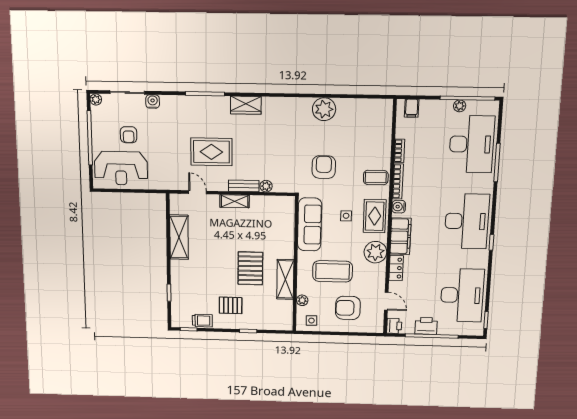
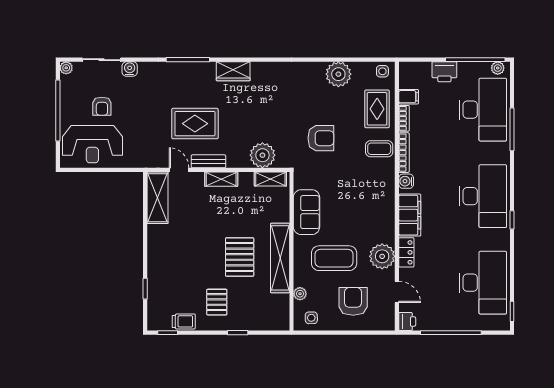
plant: (460, 106) -> (498, 68), moved
filing cabinet: (412, 108) -> (409, 97), moved, turned -90
plant: (324, 109) -> (338, 74), moved
armchair: (324, 167) -> (321, 138), turned 90
bench: (244, 186) -> (208, 161), moved
plant: (266, 186) -> (262, 155), width x1.88, depth x1.88
shelving: (278, 202) -> (270, 179), added
side table: (346, 216) -> (382, 71), moved
rug: (375, 216) -> (377, 109), moved
sofa: (310, 224) -> (307, 212), width x0.73
shelving: (179, 237) -> (157, 198), moved
plant: (375, 252) -> (382, 256), moved
shelving: (285, 279) -> (280, 258), width x1.47
pallet: (231, 305) -> (217, 302), turned 90
armchair: (348, 308) -> (353, 301), turned 90
printer: (426, 326) -> (444, 72), moved, turned 180

